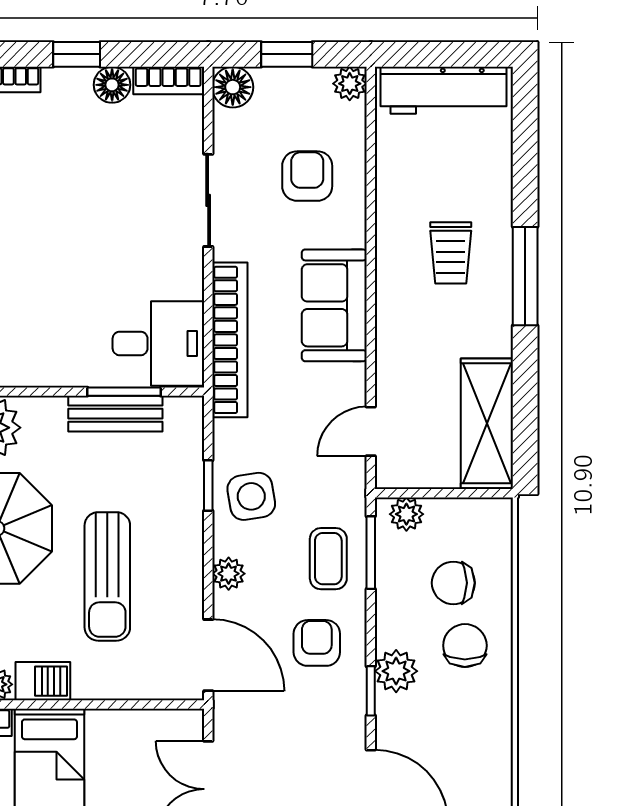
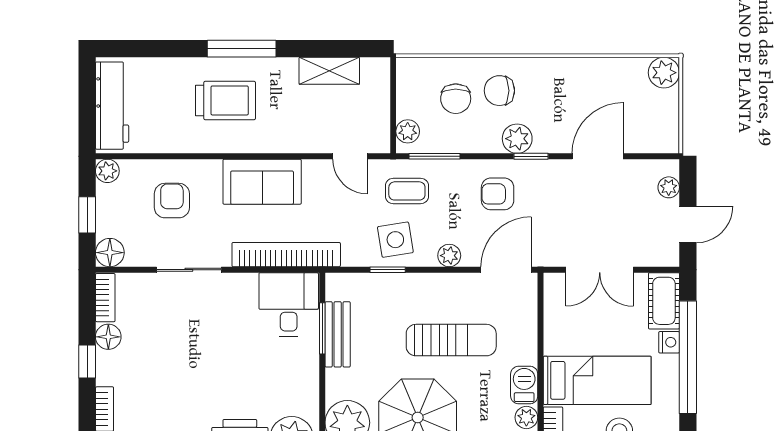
armchair: (307, 176) -> (172, 201), turned 90
trolley: (451, 253) -> (225, 100), width x1.36, depth x1.39
shelving: (487, 423) -> (329, 71), width x0.67, depth x0.75
coffee table: (328, 559) -> (407, 191), moved

